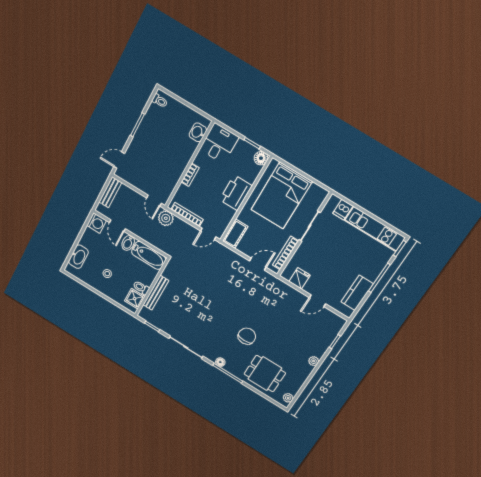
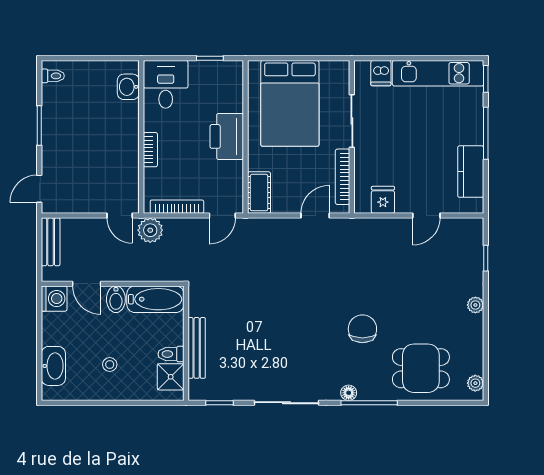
floor lamp: (261, 158) -> (233, 71), removed

